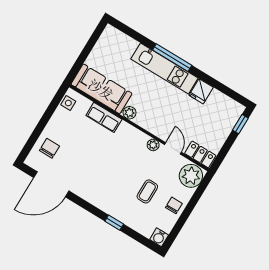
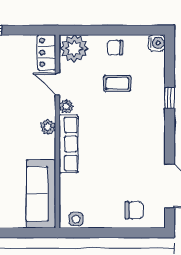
plant: (129, 113) -> (48, 127), moved
row of seats: (104, 117) -> (69, 144), moved, width x1.48
chair: (49, 148) -> (134, 210), turned 180
door: (173, 148) -> (57, 84), hinge flipped

